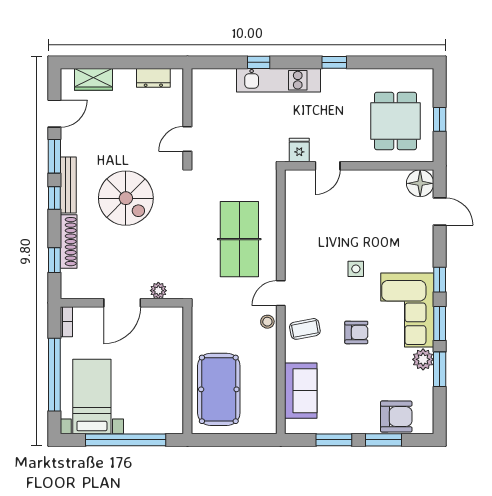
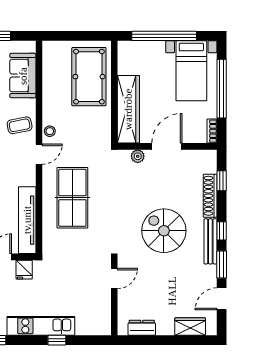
tv unit: (295, 211) -> (27, 220), added
wardrobe: (170, 349) -> (128, 109), added

